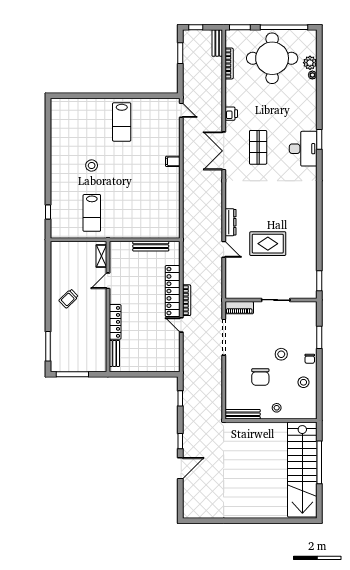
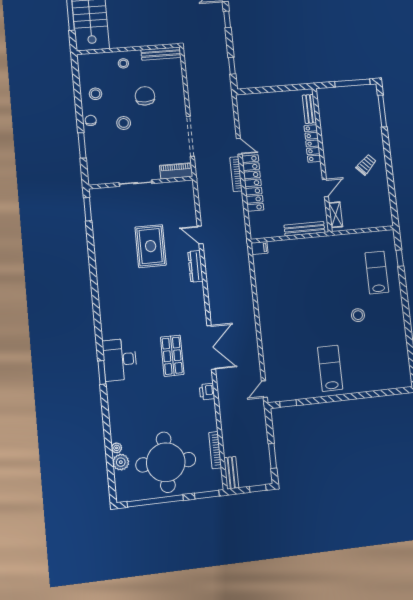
window: (162, 96) -> (288, 404), added
door: (181, 110) -> (264, 389), hinge flipped
filing cabinet: (173, 161) -> (259, 248), moved
lab bench: (92, 213) -> (377, 273), moved
rug: (268, 244) -> (151, 246), turned 90
bench: (151, 246) -> (304, 229), moved

